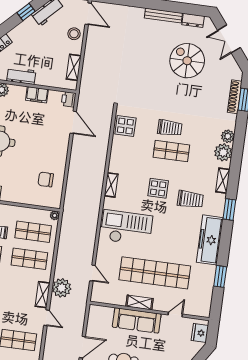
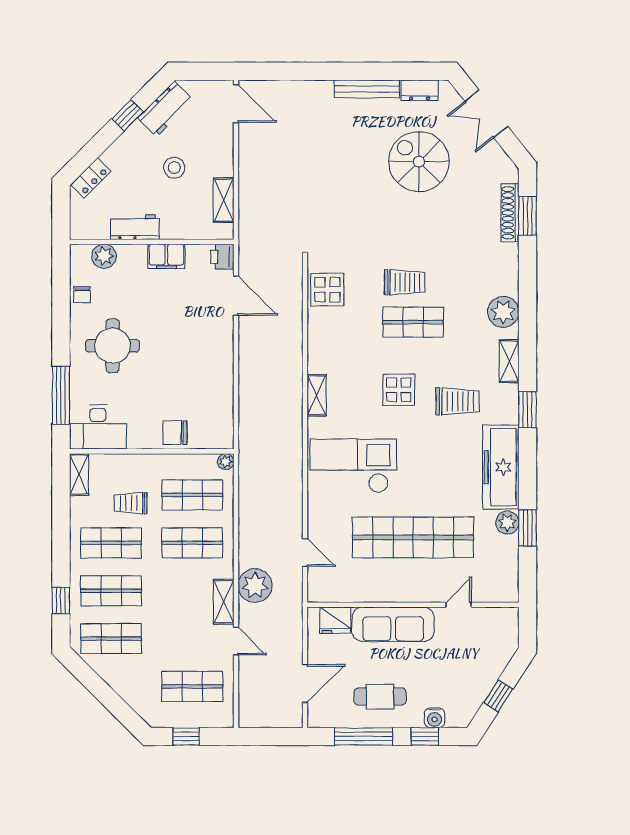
stool: (74, 34) -> (174, 168), moved
plant: (228, 136) -> (507, 523), moved
chair: (46, 179) -> (175, 433), moved
shelving: (139, 302) -> (394, 592), removed
fridge: (200, 333) -> (335, 620), moved, turned -90

